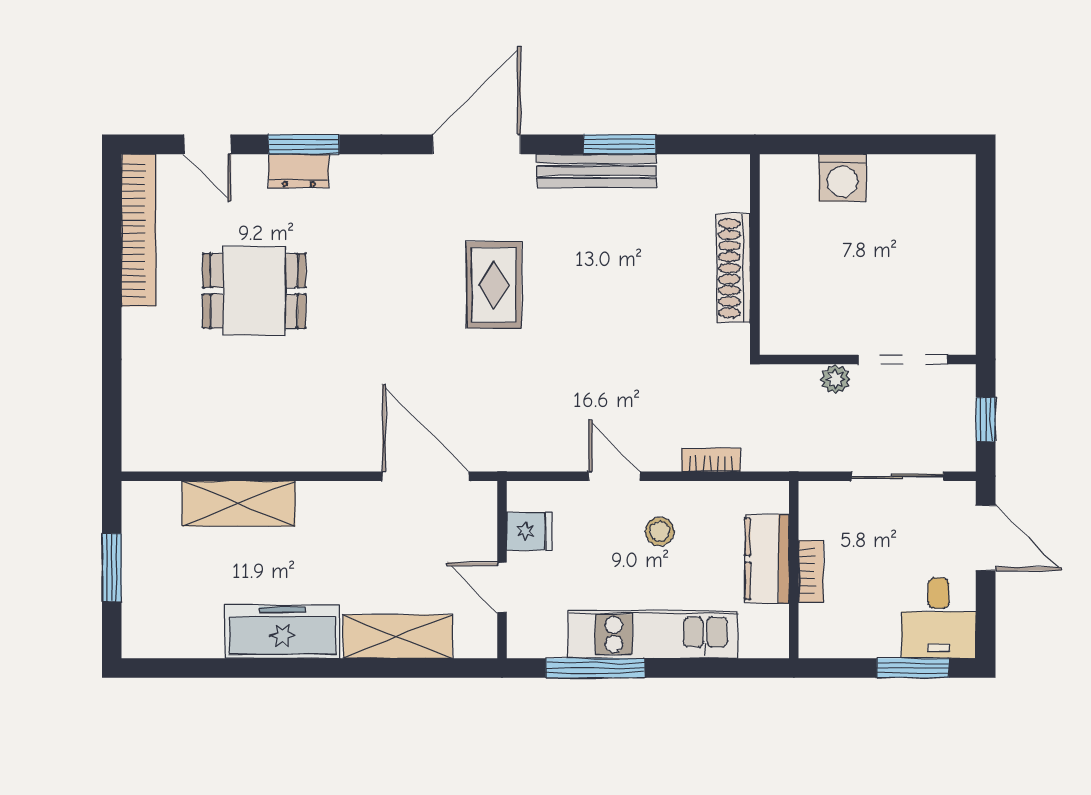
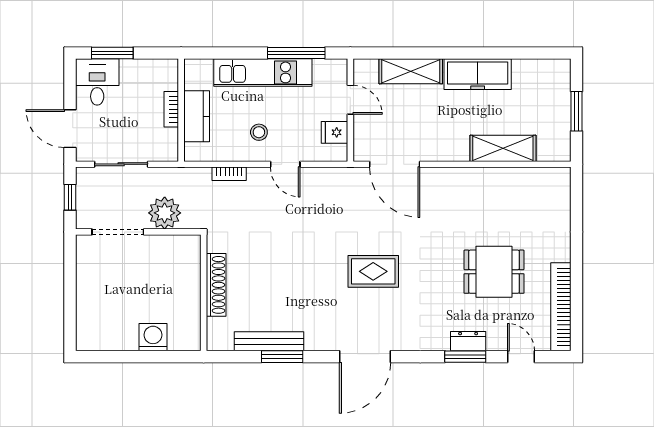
bench: (597, 171) -> (269, 341), moved
rug: (494, 285) -> (373, 271), moved, turned 90
plant: (835, 379) -> (165, 213), width x1.87, depth x1.87

